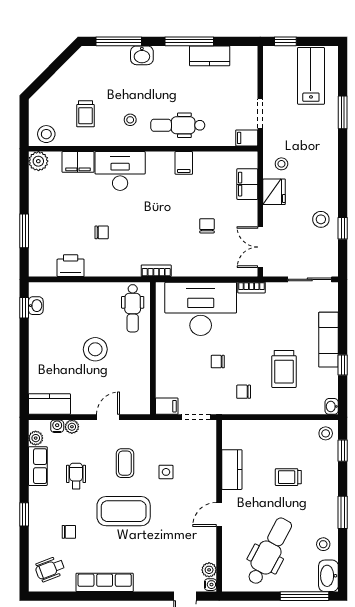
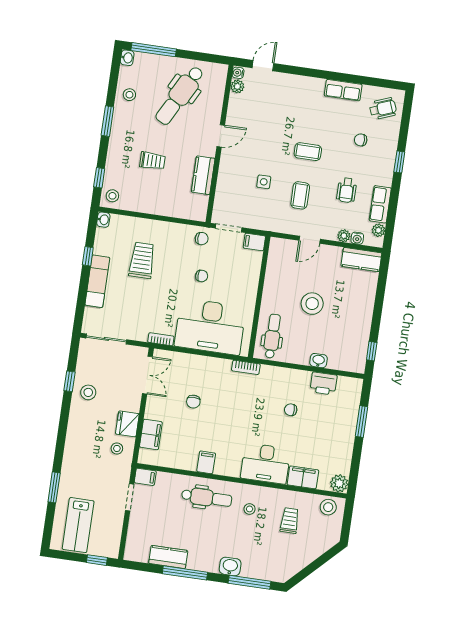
washbasin: (36, 306) -> (318, 361), moved, turned 90
chair: (244, 392) -> (202, 239), moved
coffee table: (124, 511) -> (308, 152), width x0.54, depth x0.58
washbasin: (328, 576) -> (127, 58), width x0.52, depth x0.69
row of seats: (105, 582) -> (343, 90), width x0.68

